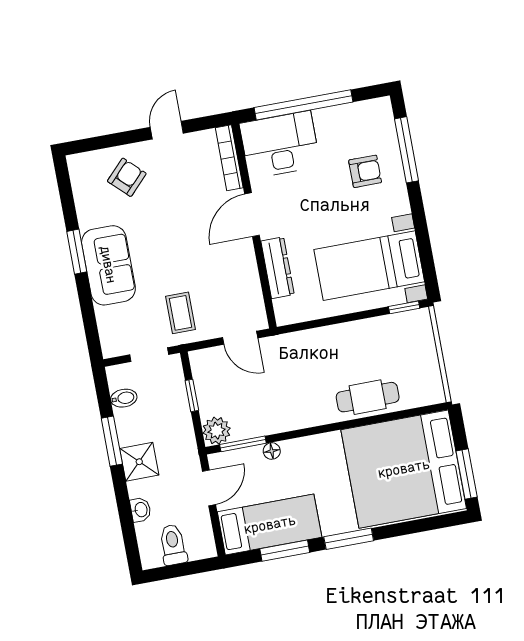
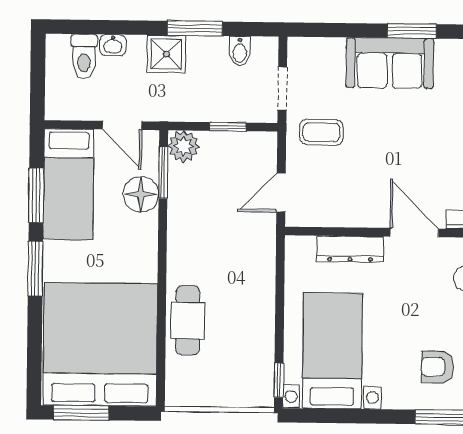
armchair: (365, 171) -> (437, 367), turned 90
floor lamp: (272, 451) -> (141, 194), width x1.89, depth x1.89
toilet: (173, 545) -> (84, 56), moved, turned 90

